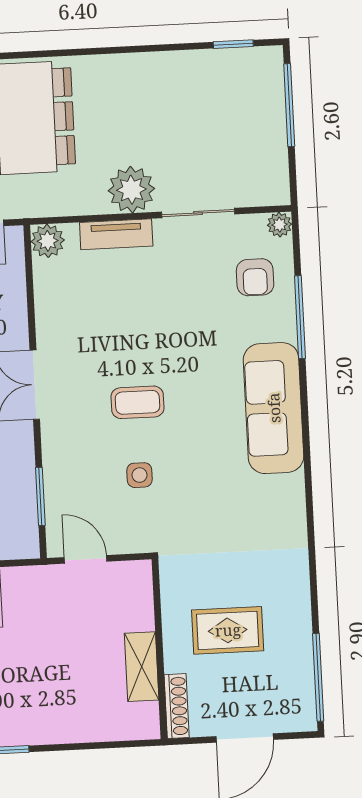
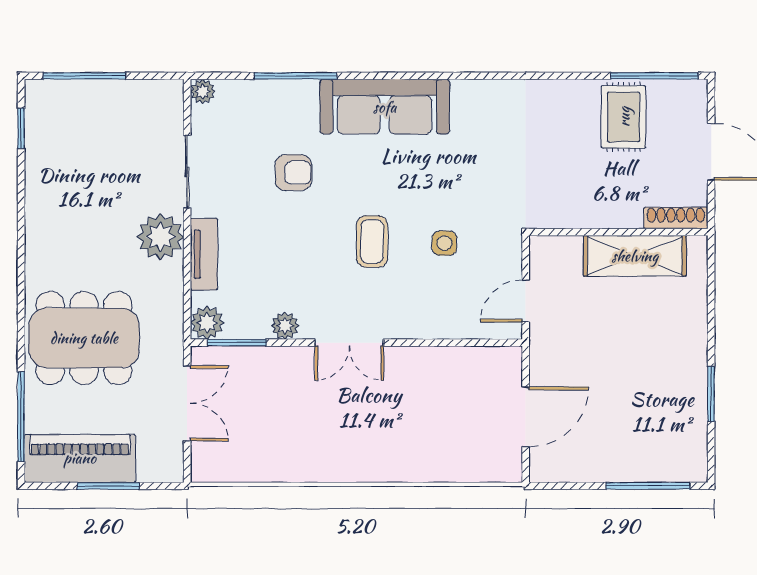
armchair: (255, 277) -> (293, 173), moved
plant: (48, 319) -> (285, 326), added
window: (40, 496) -> (237, 343), moved
rug: (228, 630) -> (624, 117), moved
shelving: (142, 667) -> (635, 256), width x1.50, depth x1.33

